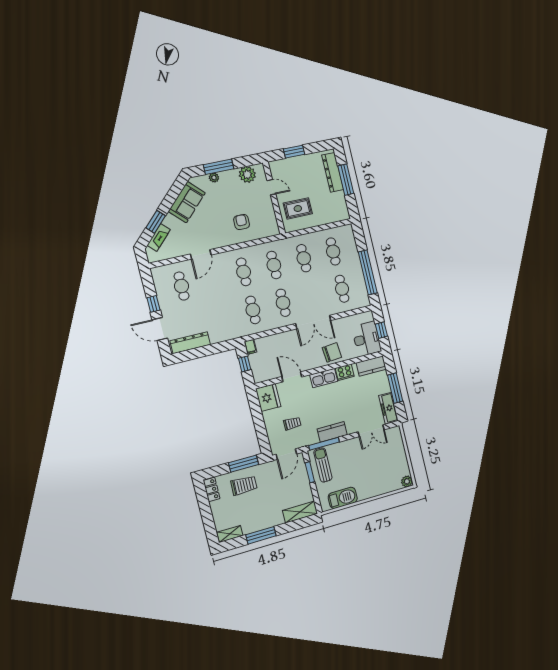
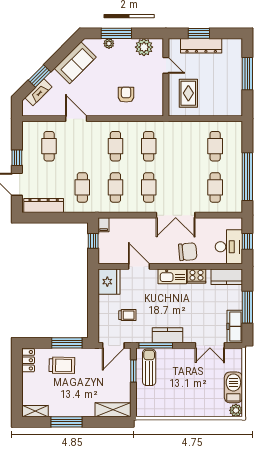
dresser: (333, 172) -> (201, 46), moved, turned -90
rug: (298, 209) -> (188, 93), turned 90
door: (201, 254) -> (76, 119), swing flipped
cafe table: (304, 258) -> (82, 187), moved
barbecue: (343, 498) -> (233, 387), moved, turned -90

